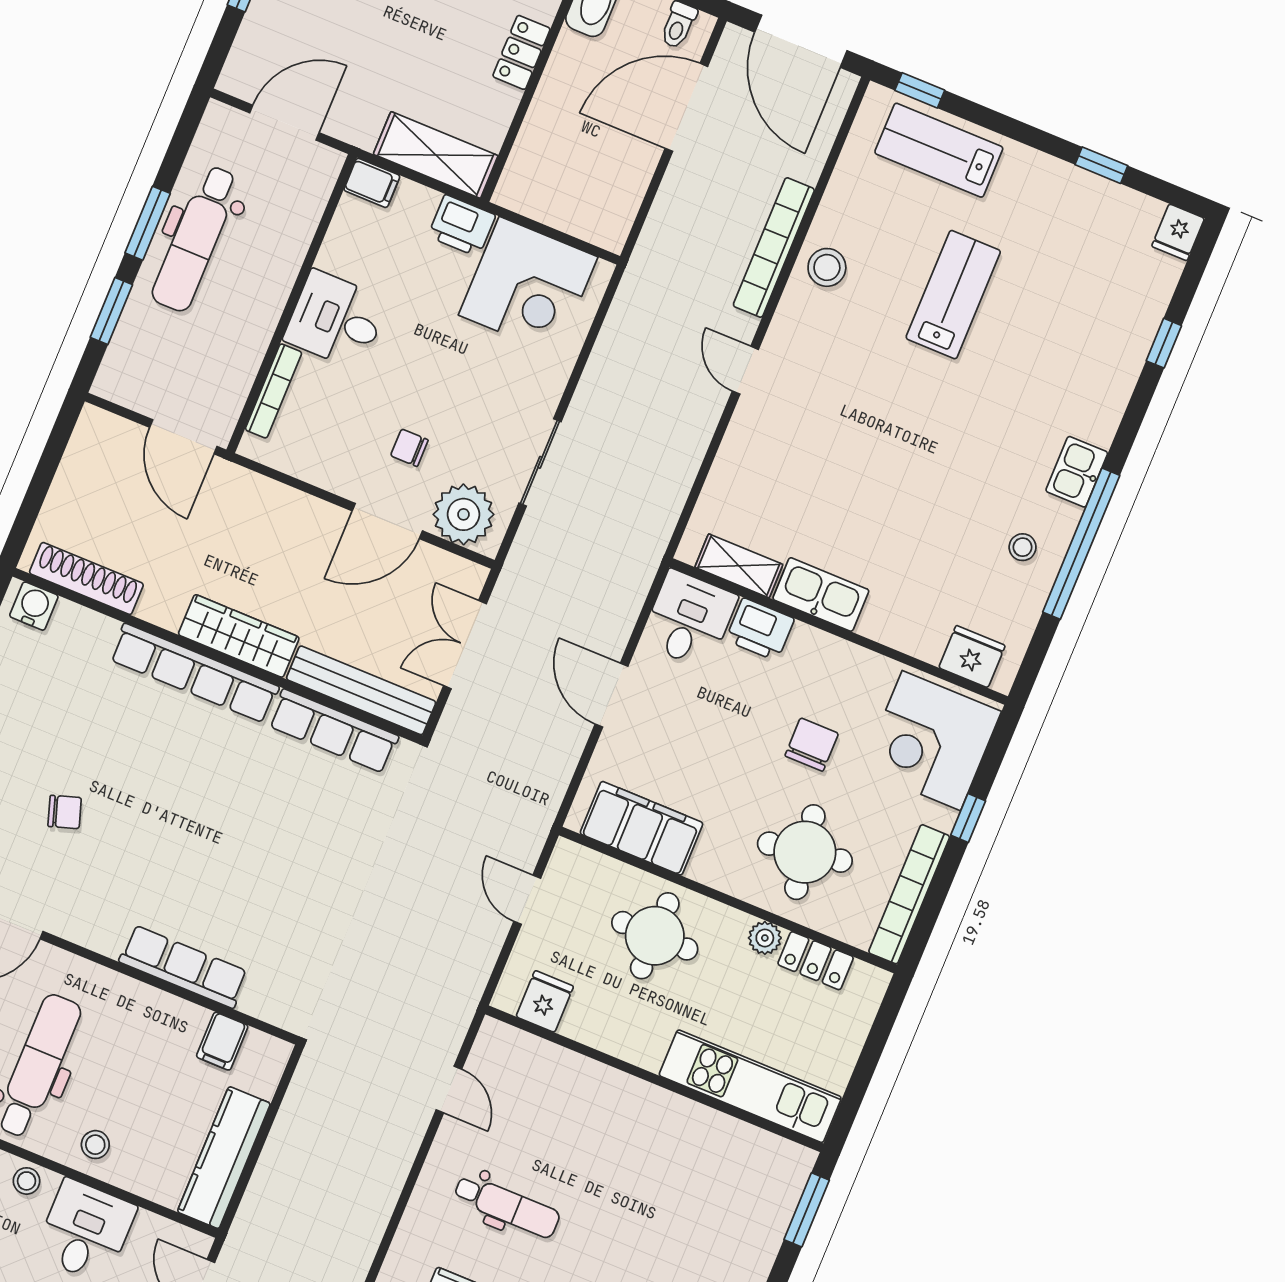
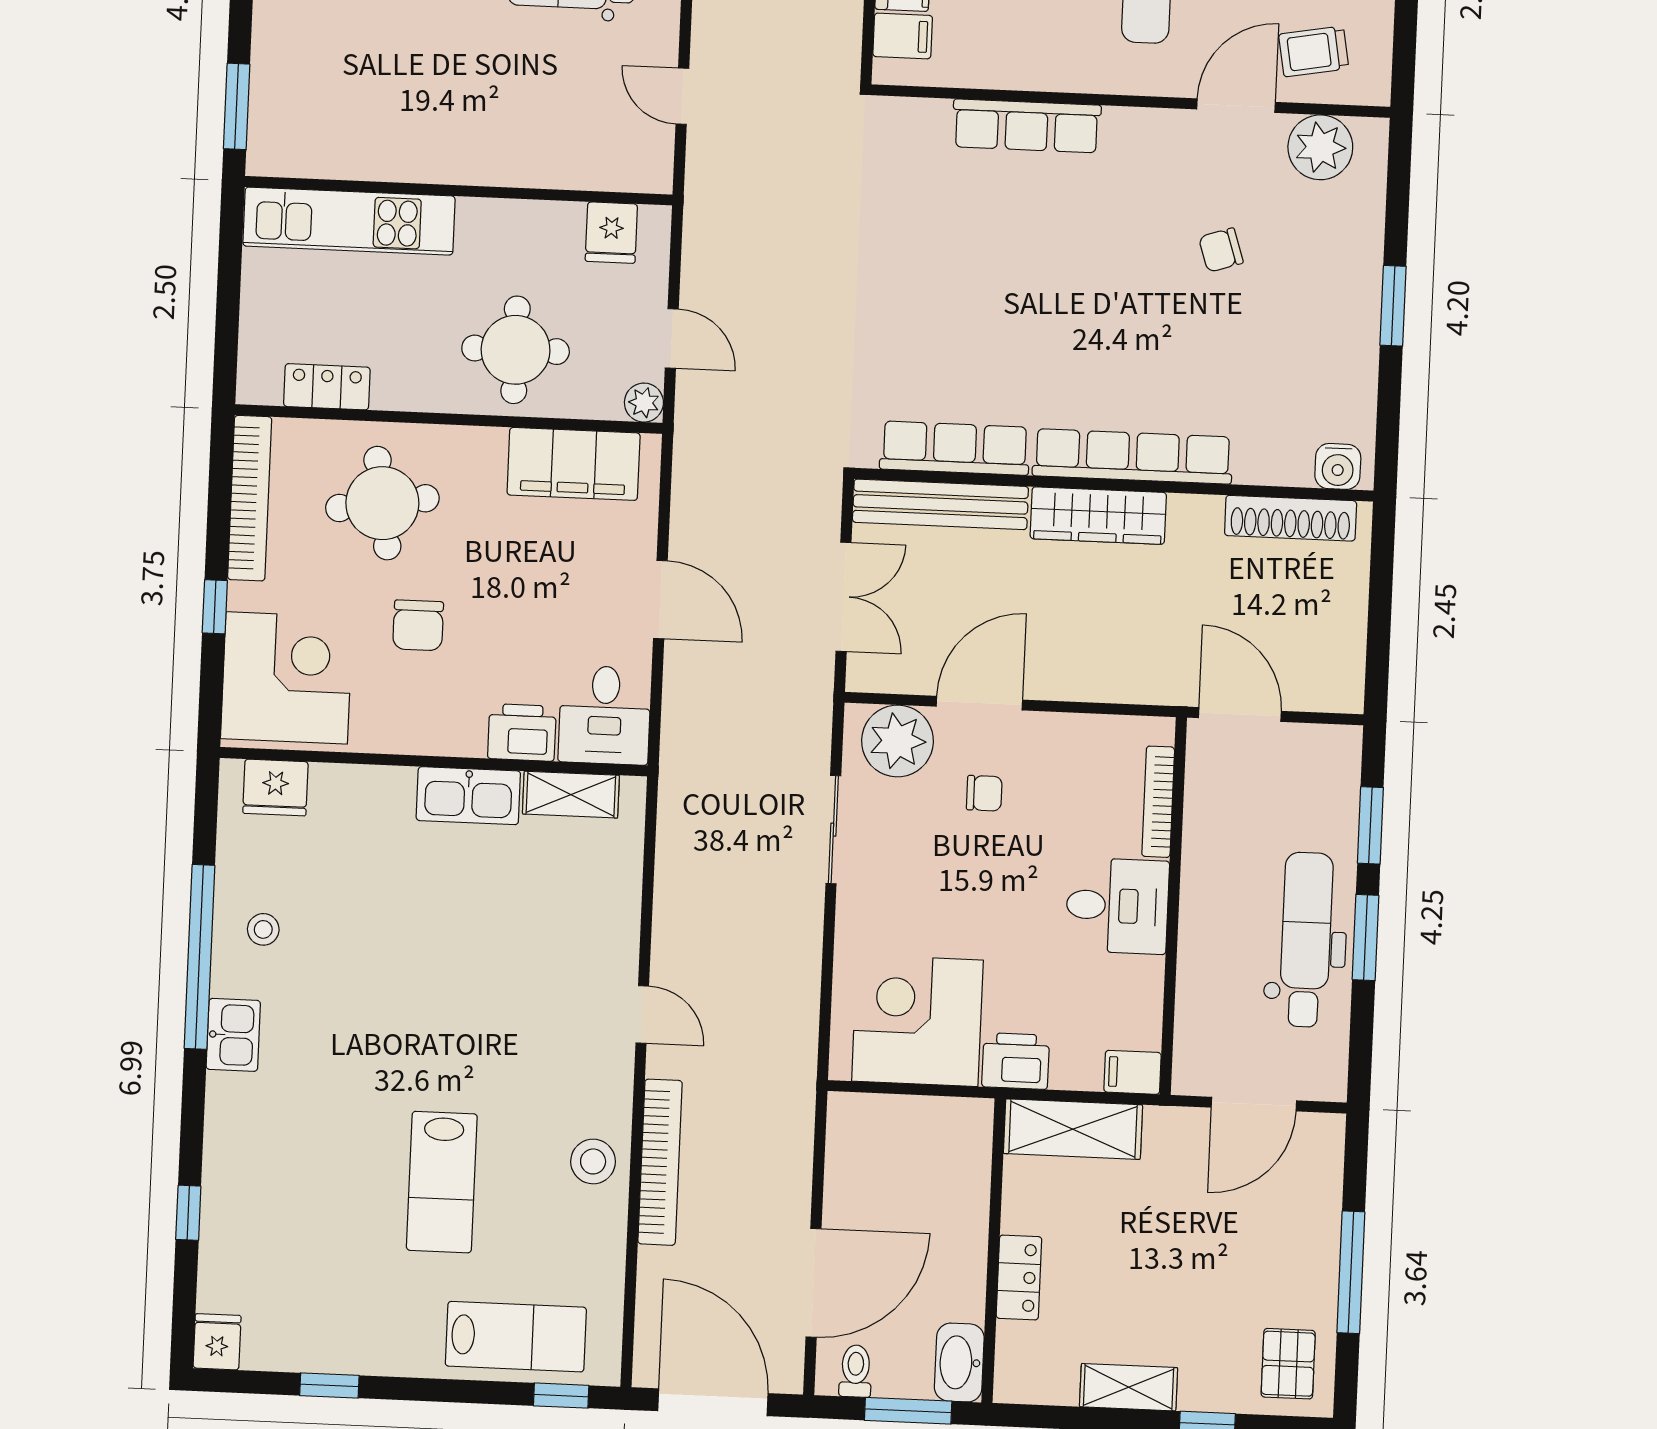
plant: (765, 938) -> (644, 403), moved
filing cabinet: (222, 1041) -> (903, 36), moved, turned 90

